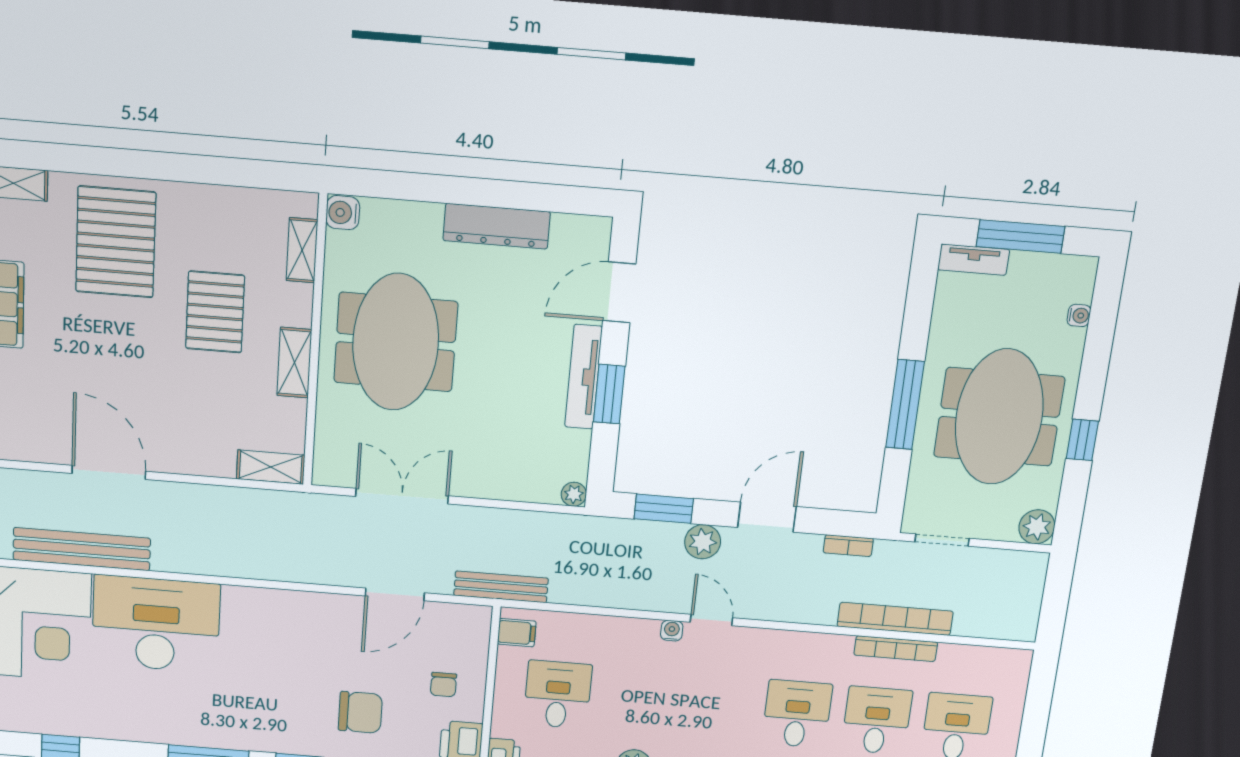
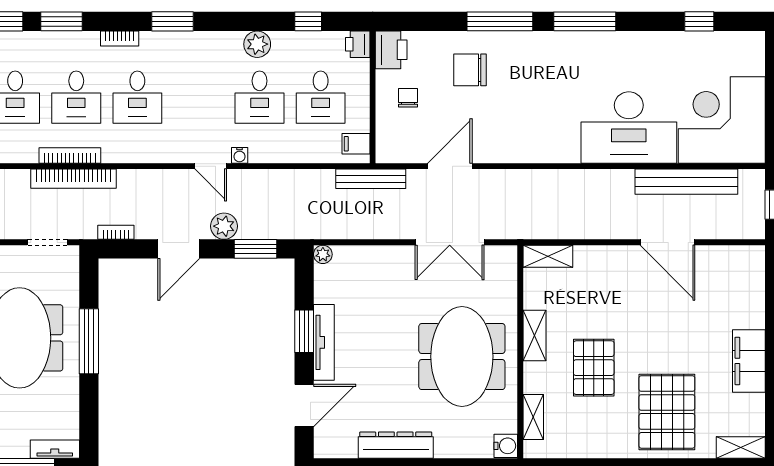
desk: (637, 701) -> (260, 97), added

